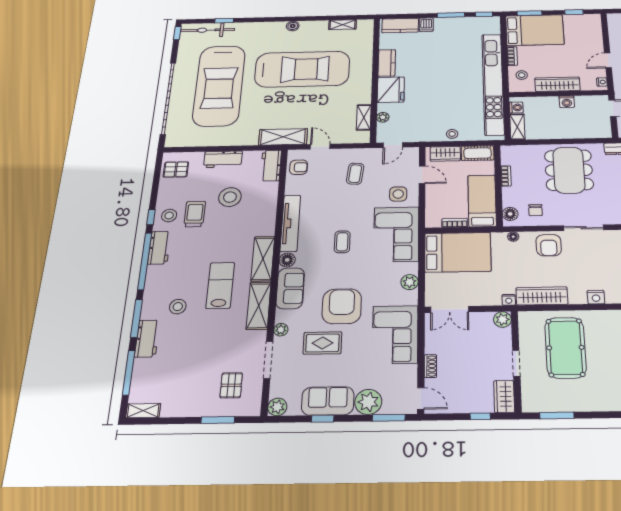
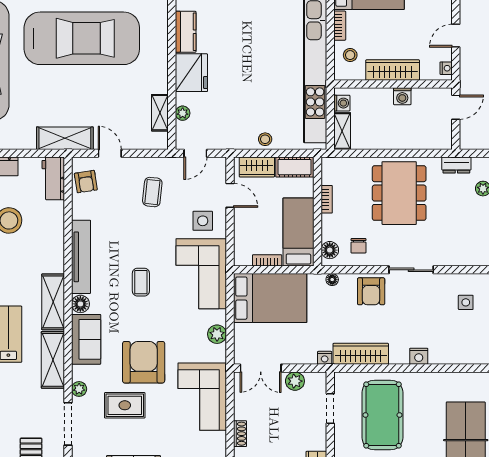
armchair: (299, 167) -> (86, 182), turned 81
plant: (502, 319) -> (295, 381), moved
doorway: (516, 363) -> (330, 409), moved

